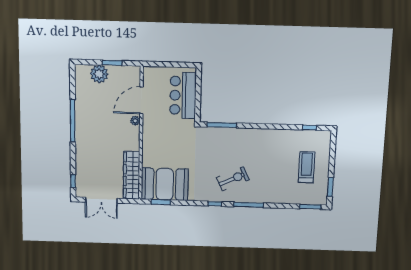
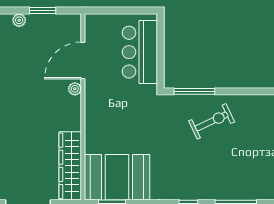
plant: (99, 74) -> (19, 20), width x0.53, depth x0.53
exercise bike: (233, 179) -> (212, 121), moved

